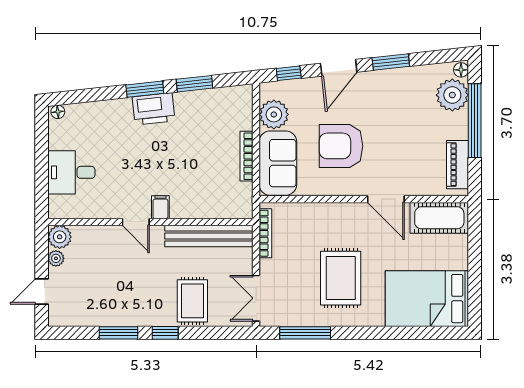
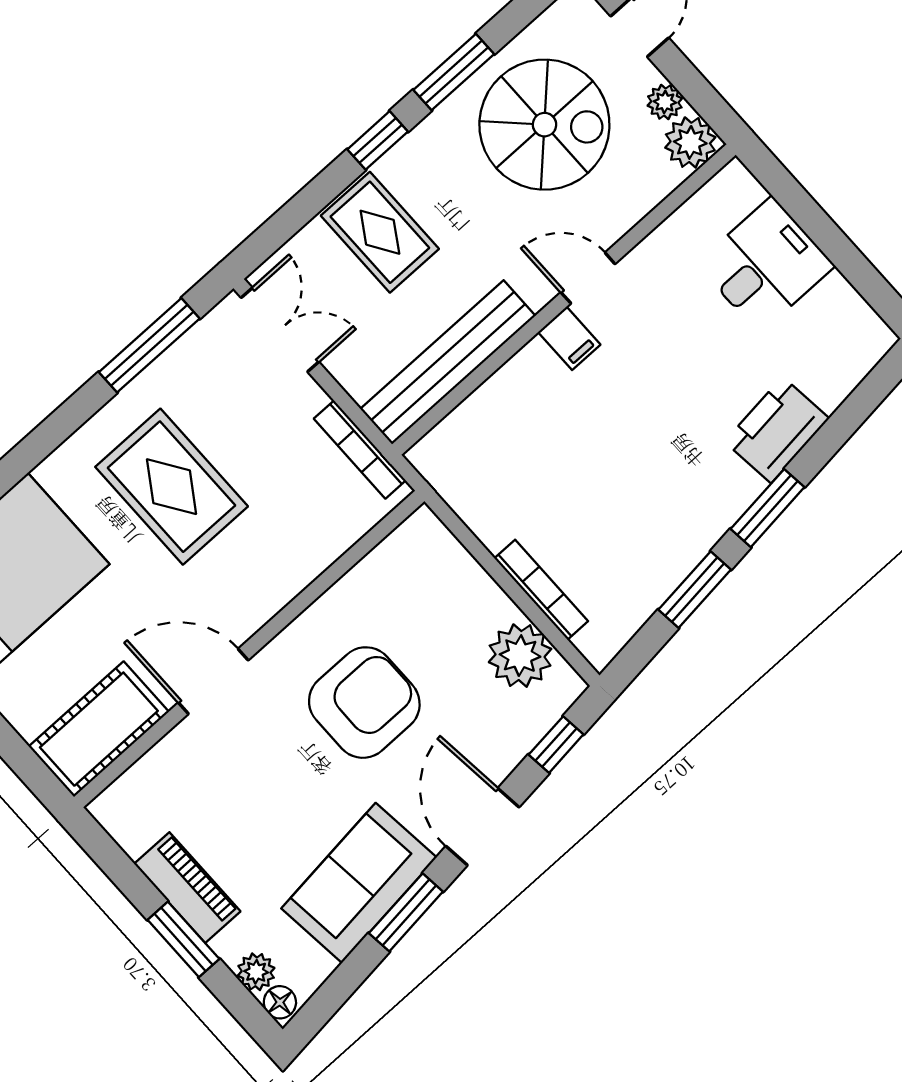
plant: (452, 95) -> (256, 972), width x0.53, depth x0.53
printer: (154, 109) -> (777, 430), moved
floor lamp: (58, 112) -> (876, 344), removed
window: (475, 121) -> (183, 939), width x0.47
bookcase: (247, 156) -> (541, 590), moved
sofa: (278, 163) -> (359, 883), moved, turned 84
piano: (458, 165) -> (187, 888), moved
spiral stairs: (104, 287) -> (544, 125), added

